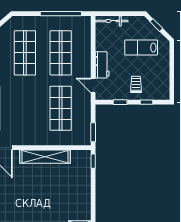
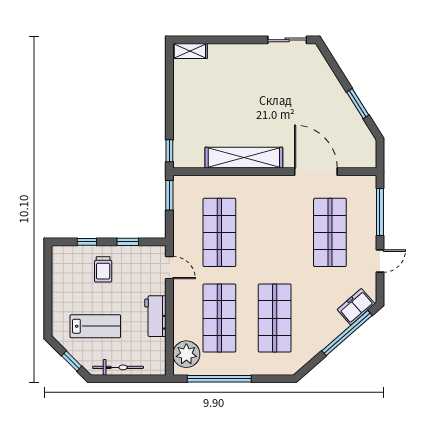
bicycle: (112, 21) -> (118, 367), moved
plant: (82, 29) -> (186, 354), added
workbench: (102, 65) -> (155, 316), moved

